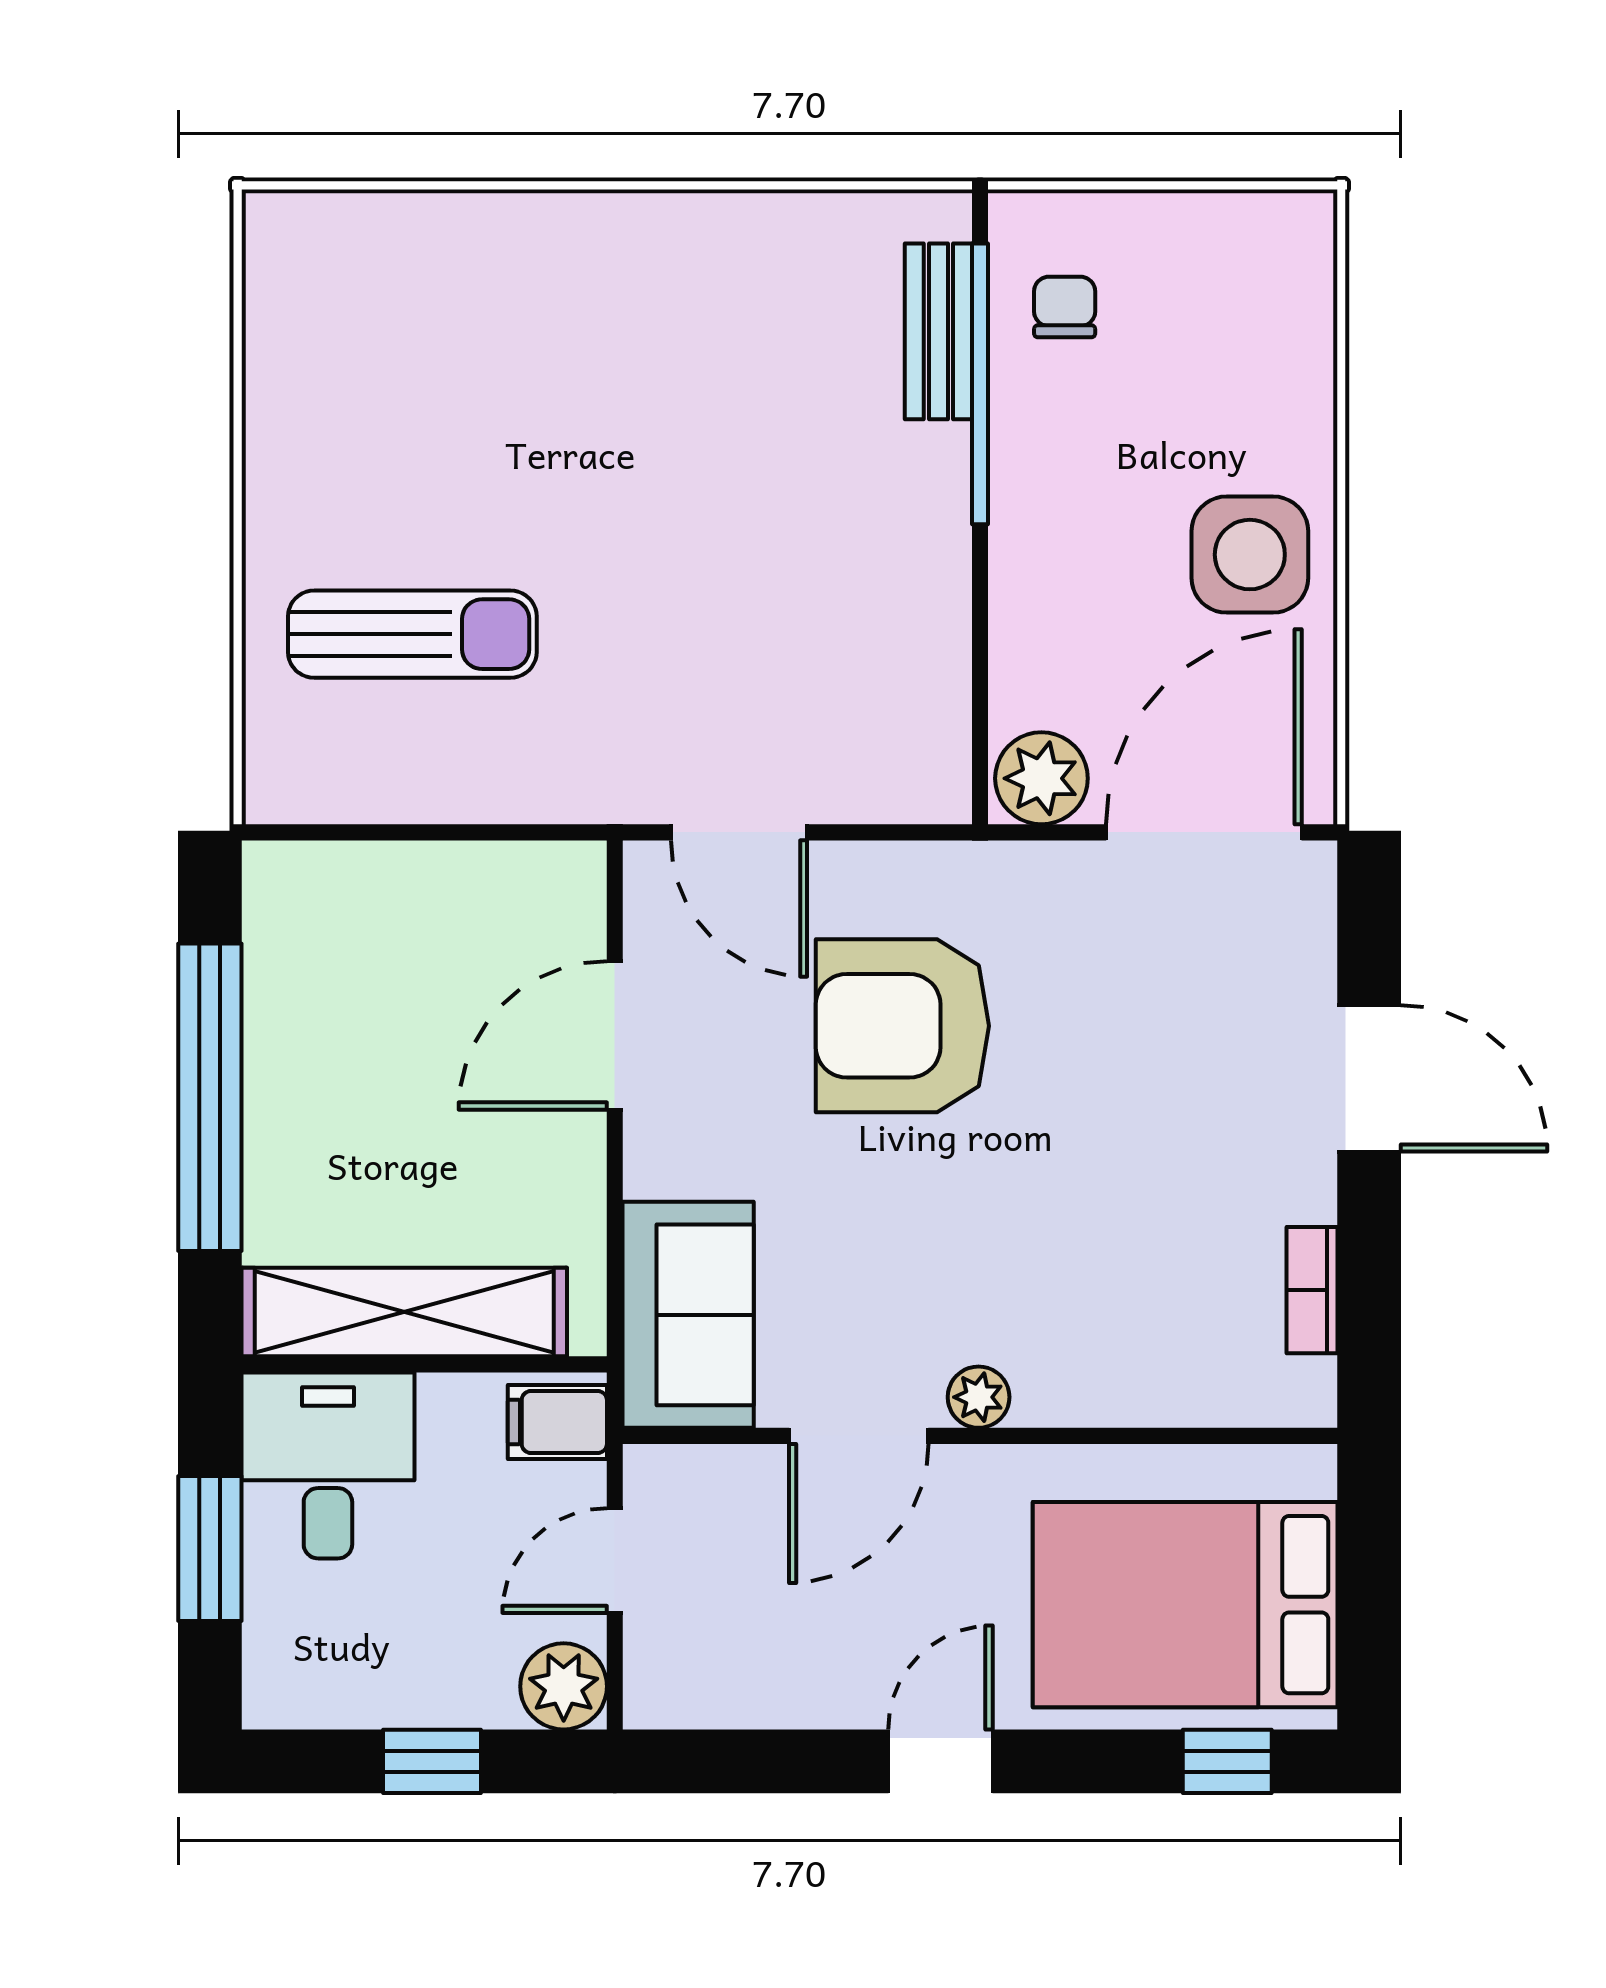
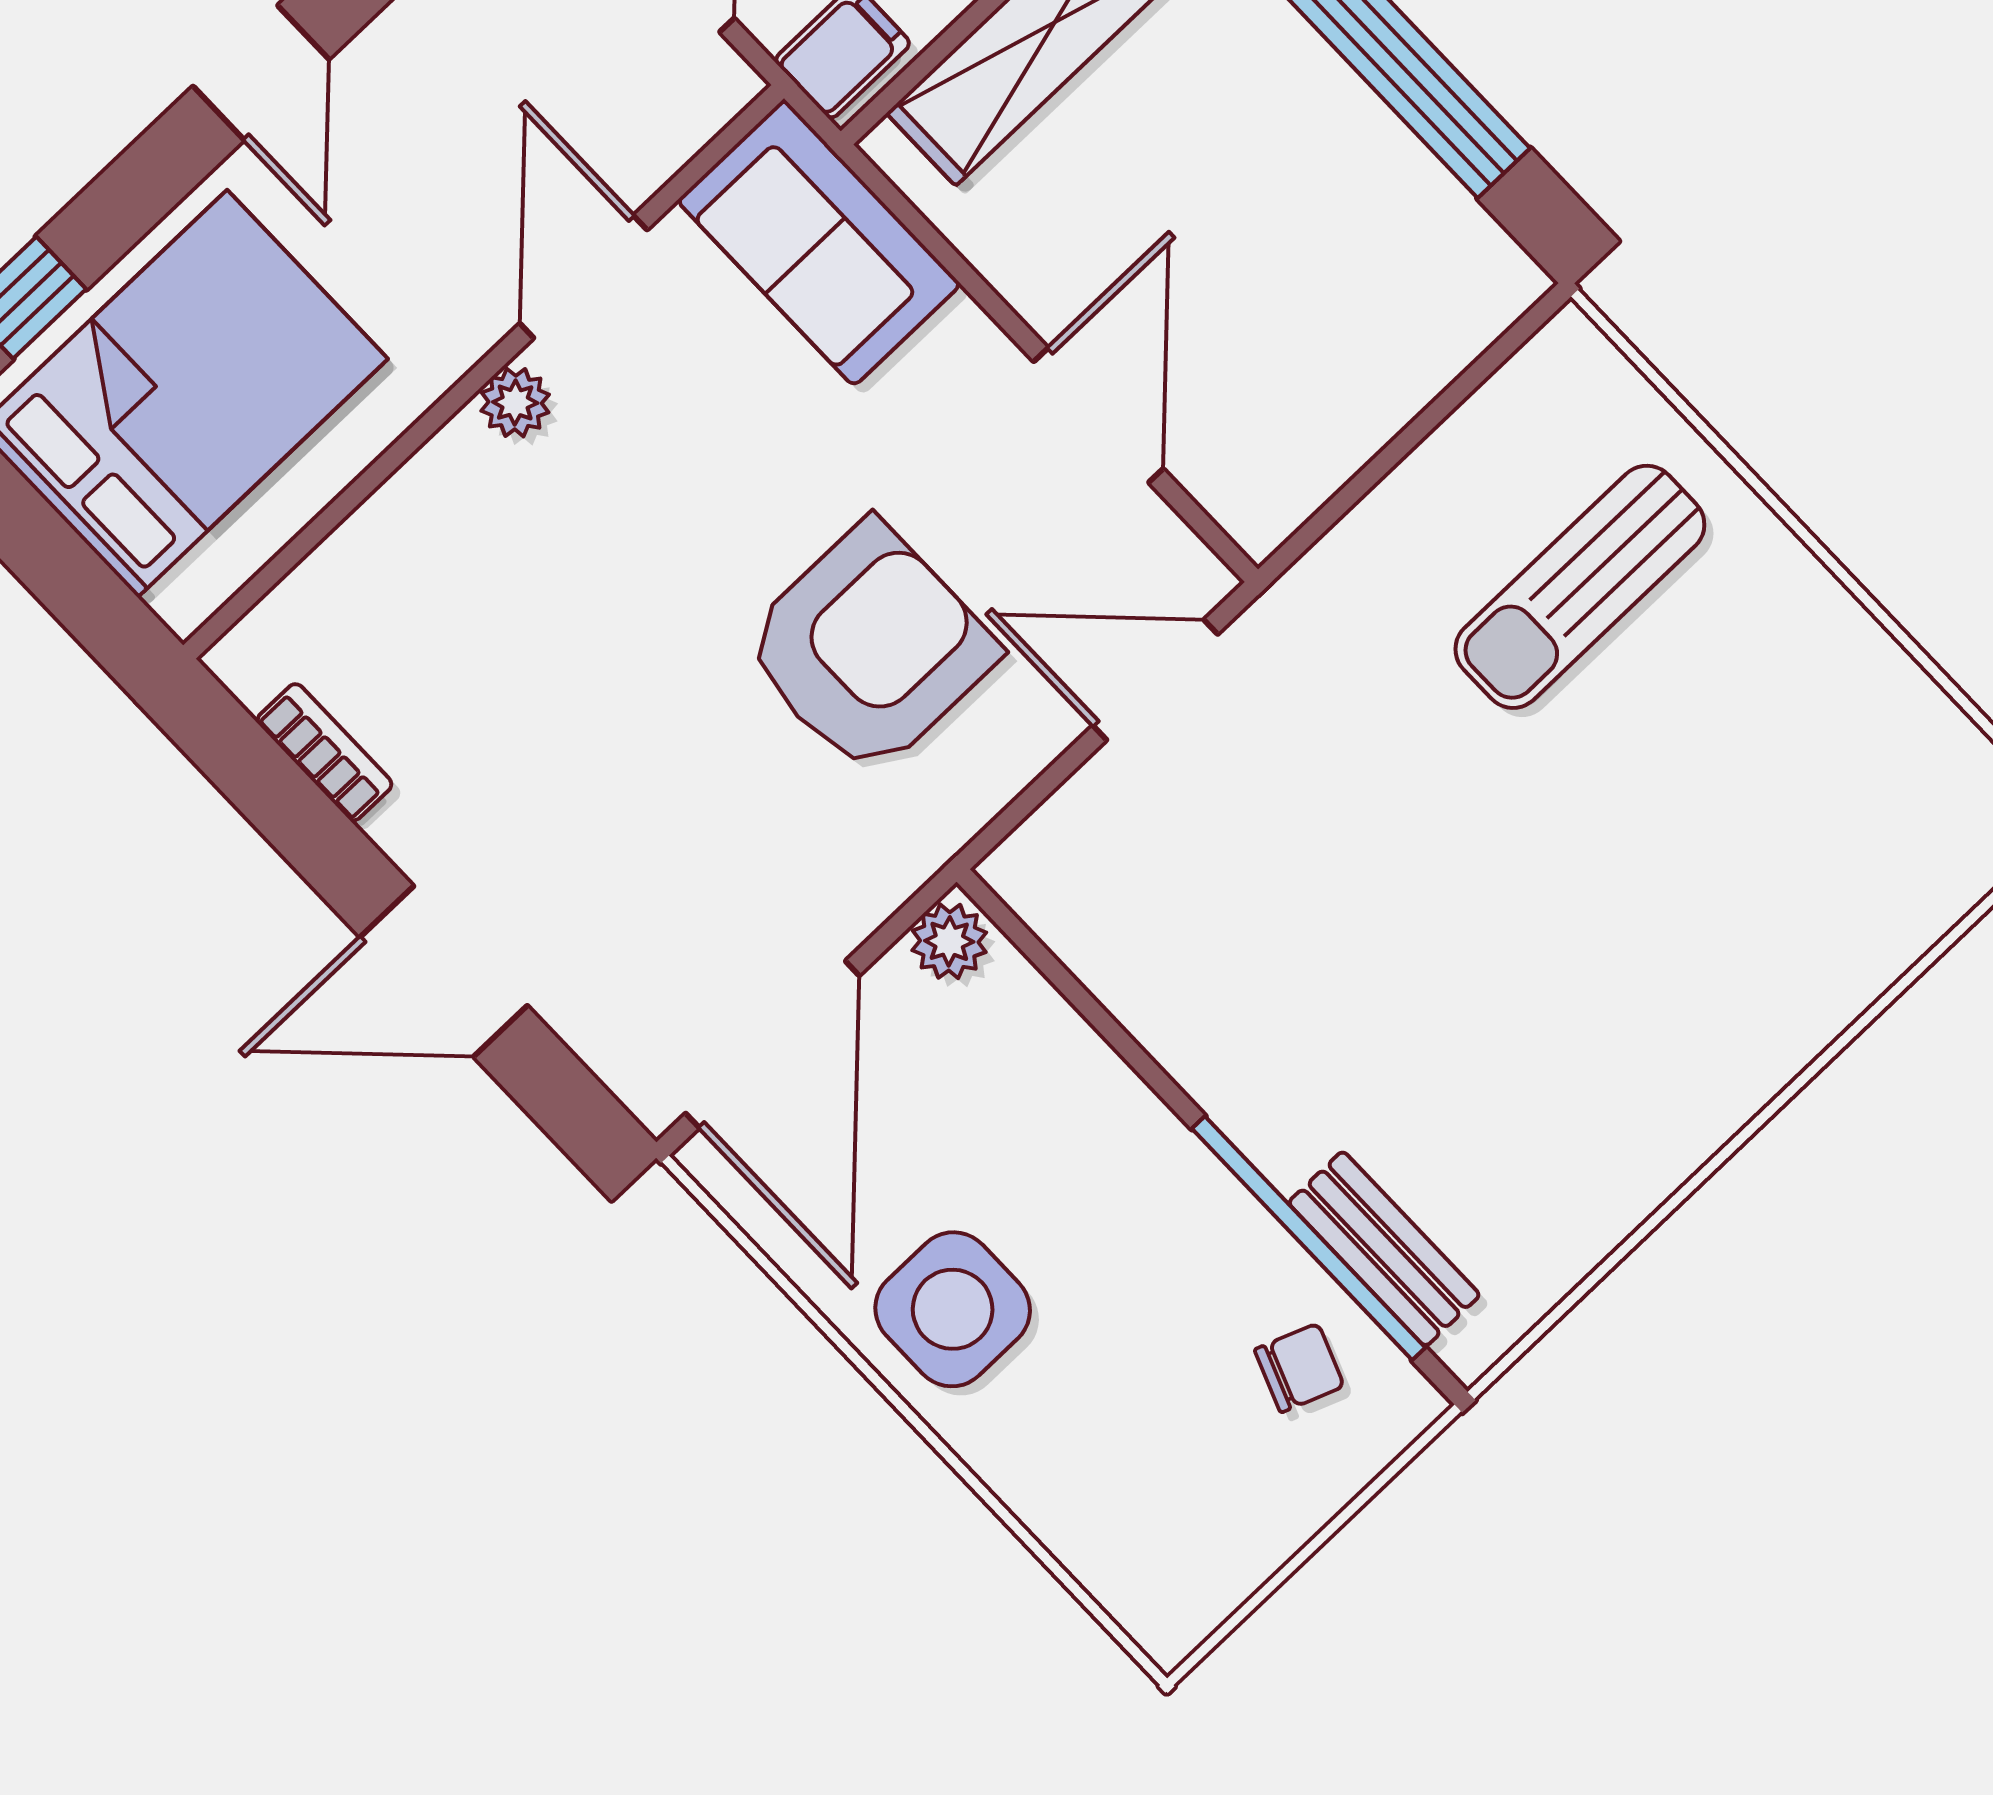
chair: (1065, 307) -> (1299, 1368), turned -69
plant: (1041, 778) -> (949, 941), width x0.73, depth x0.73

